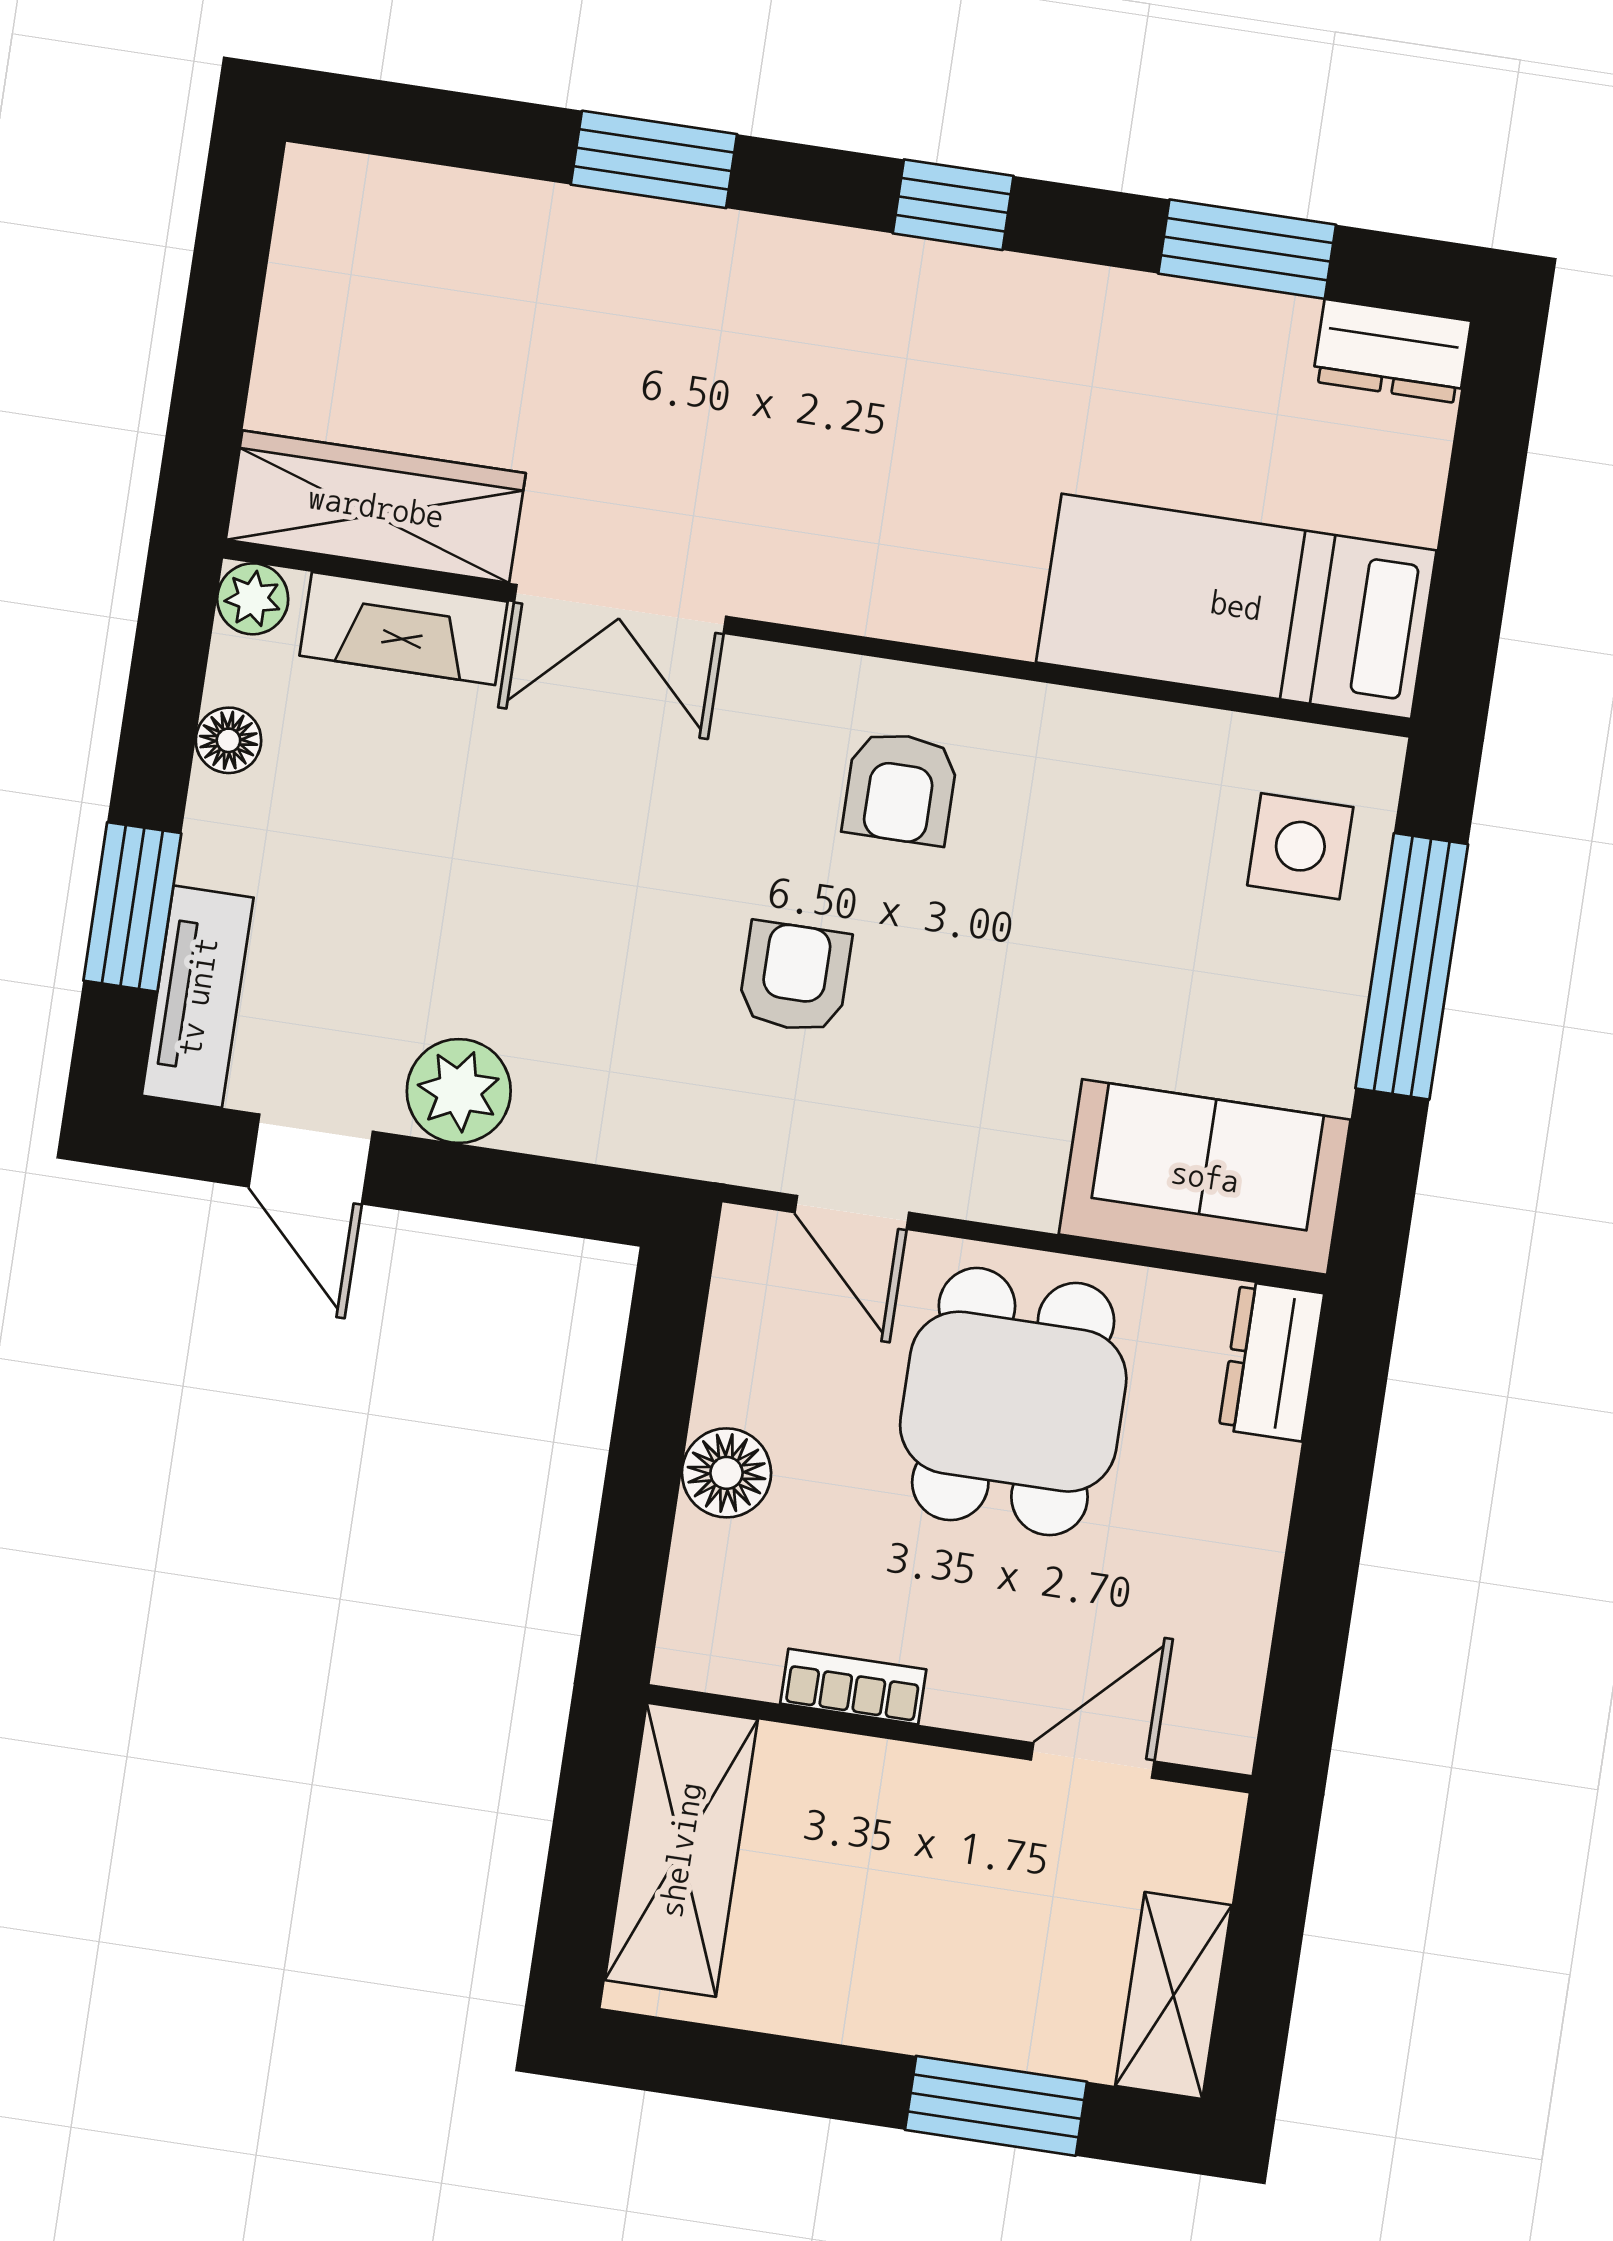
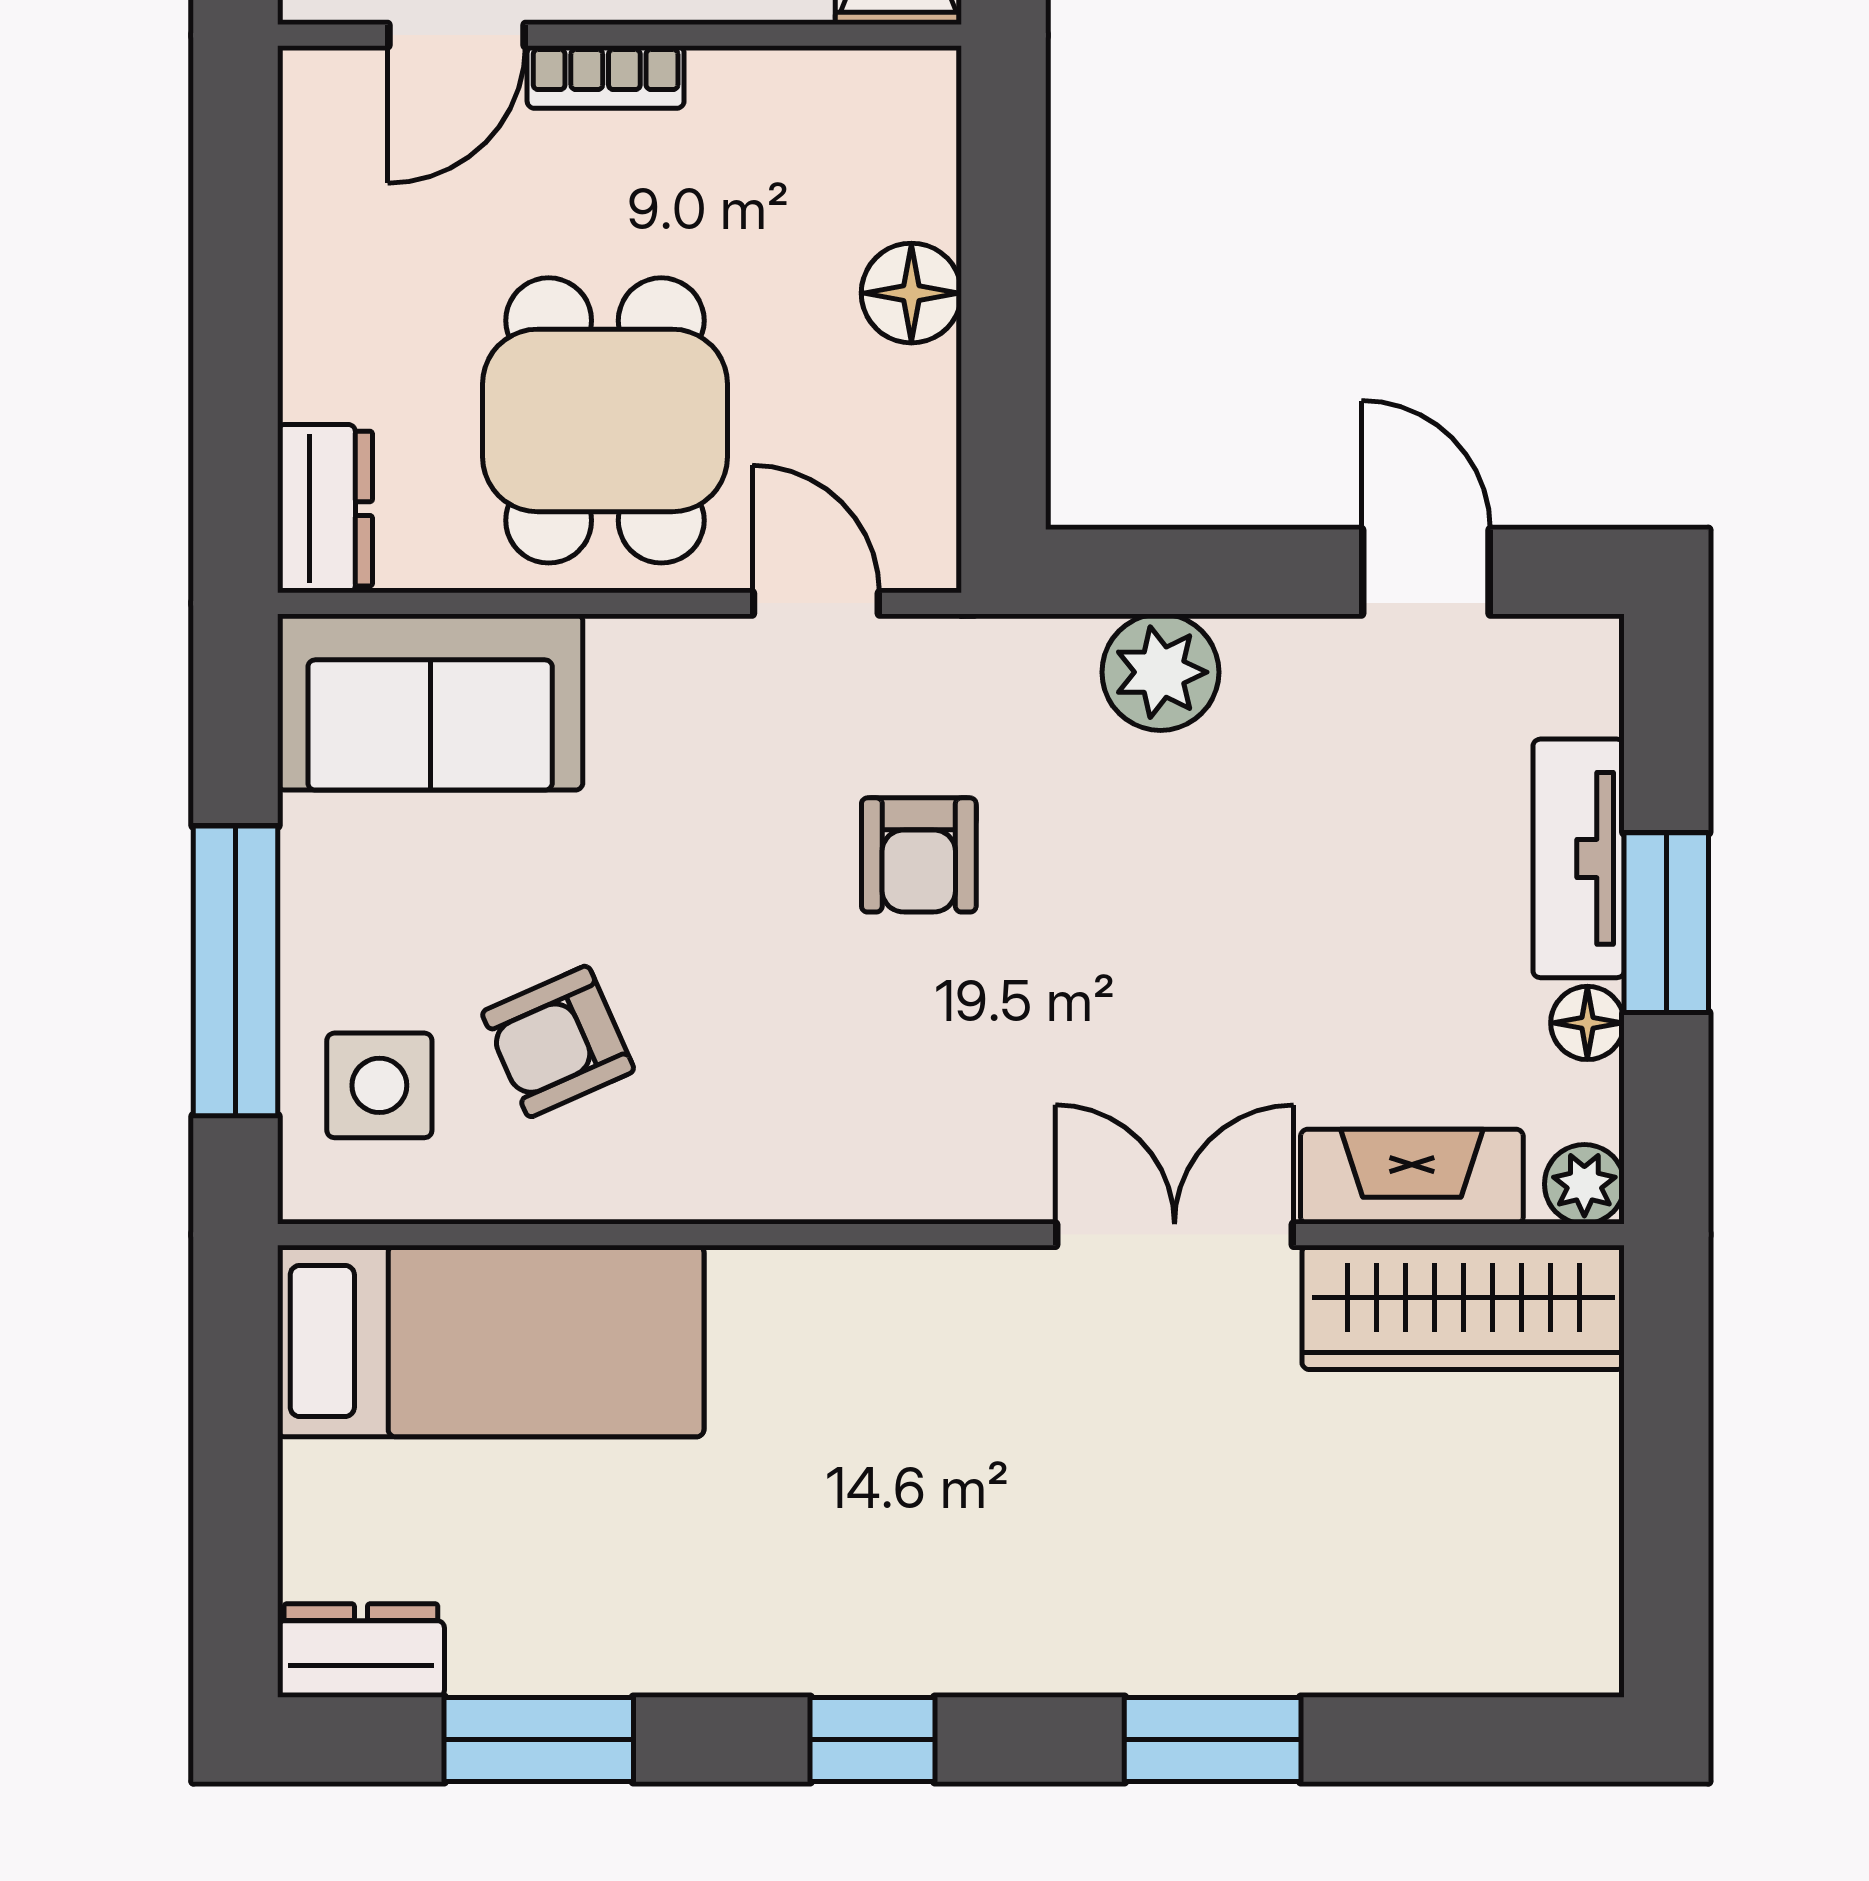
armchair: (900, 788) -> (558, 1041), moved, turned -114
window: (132, 907) -> (1666, 923), moved
tv unit: (198, 997) -> (1579, 858), moved
plant: (459, 1091) -> (1160, 672), moved
bookcase: (853, 1687) -> (606, 77), moved

